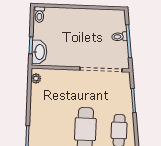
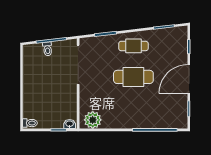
washbasin: (39, 52) -> (70, 124), width x0.52, depth x0.69
plant: (36, 78) -> (93, 120), width x1.88, depth x1.88

